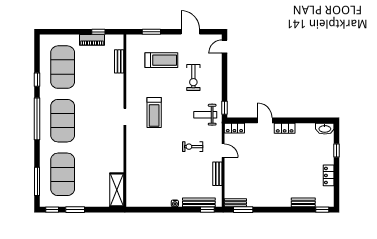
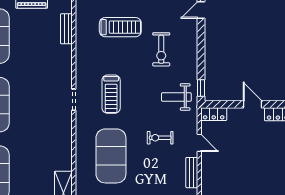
exercise mat: (154, 161) -> (111, 156), added

